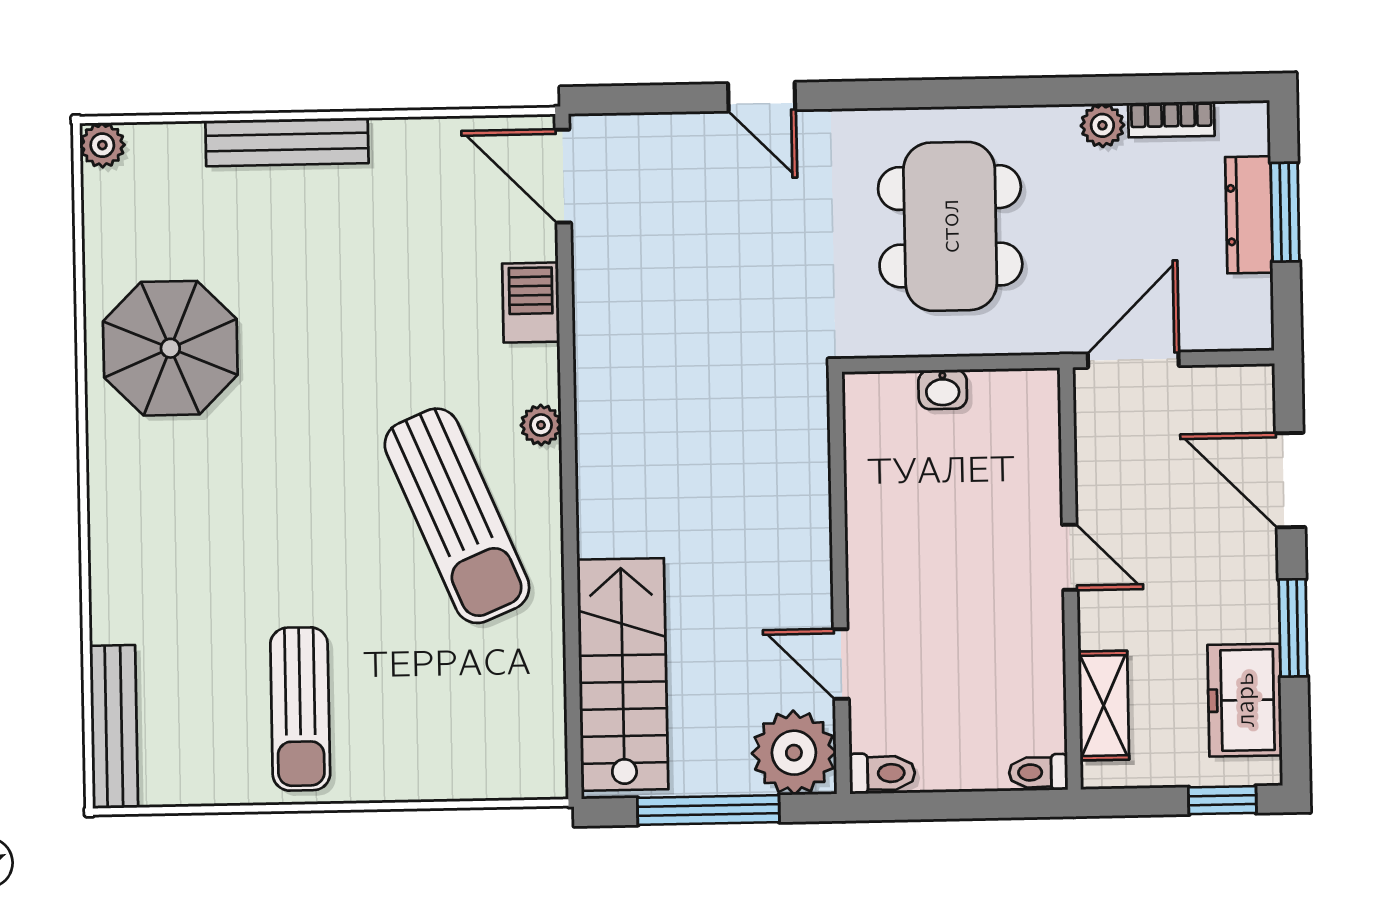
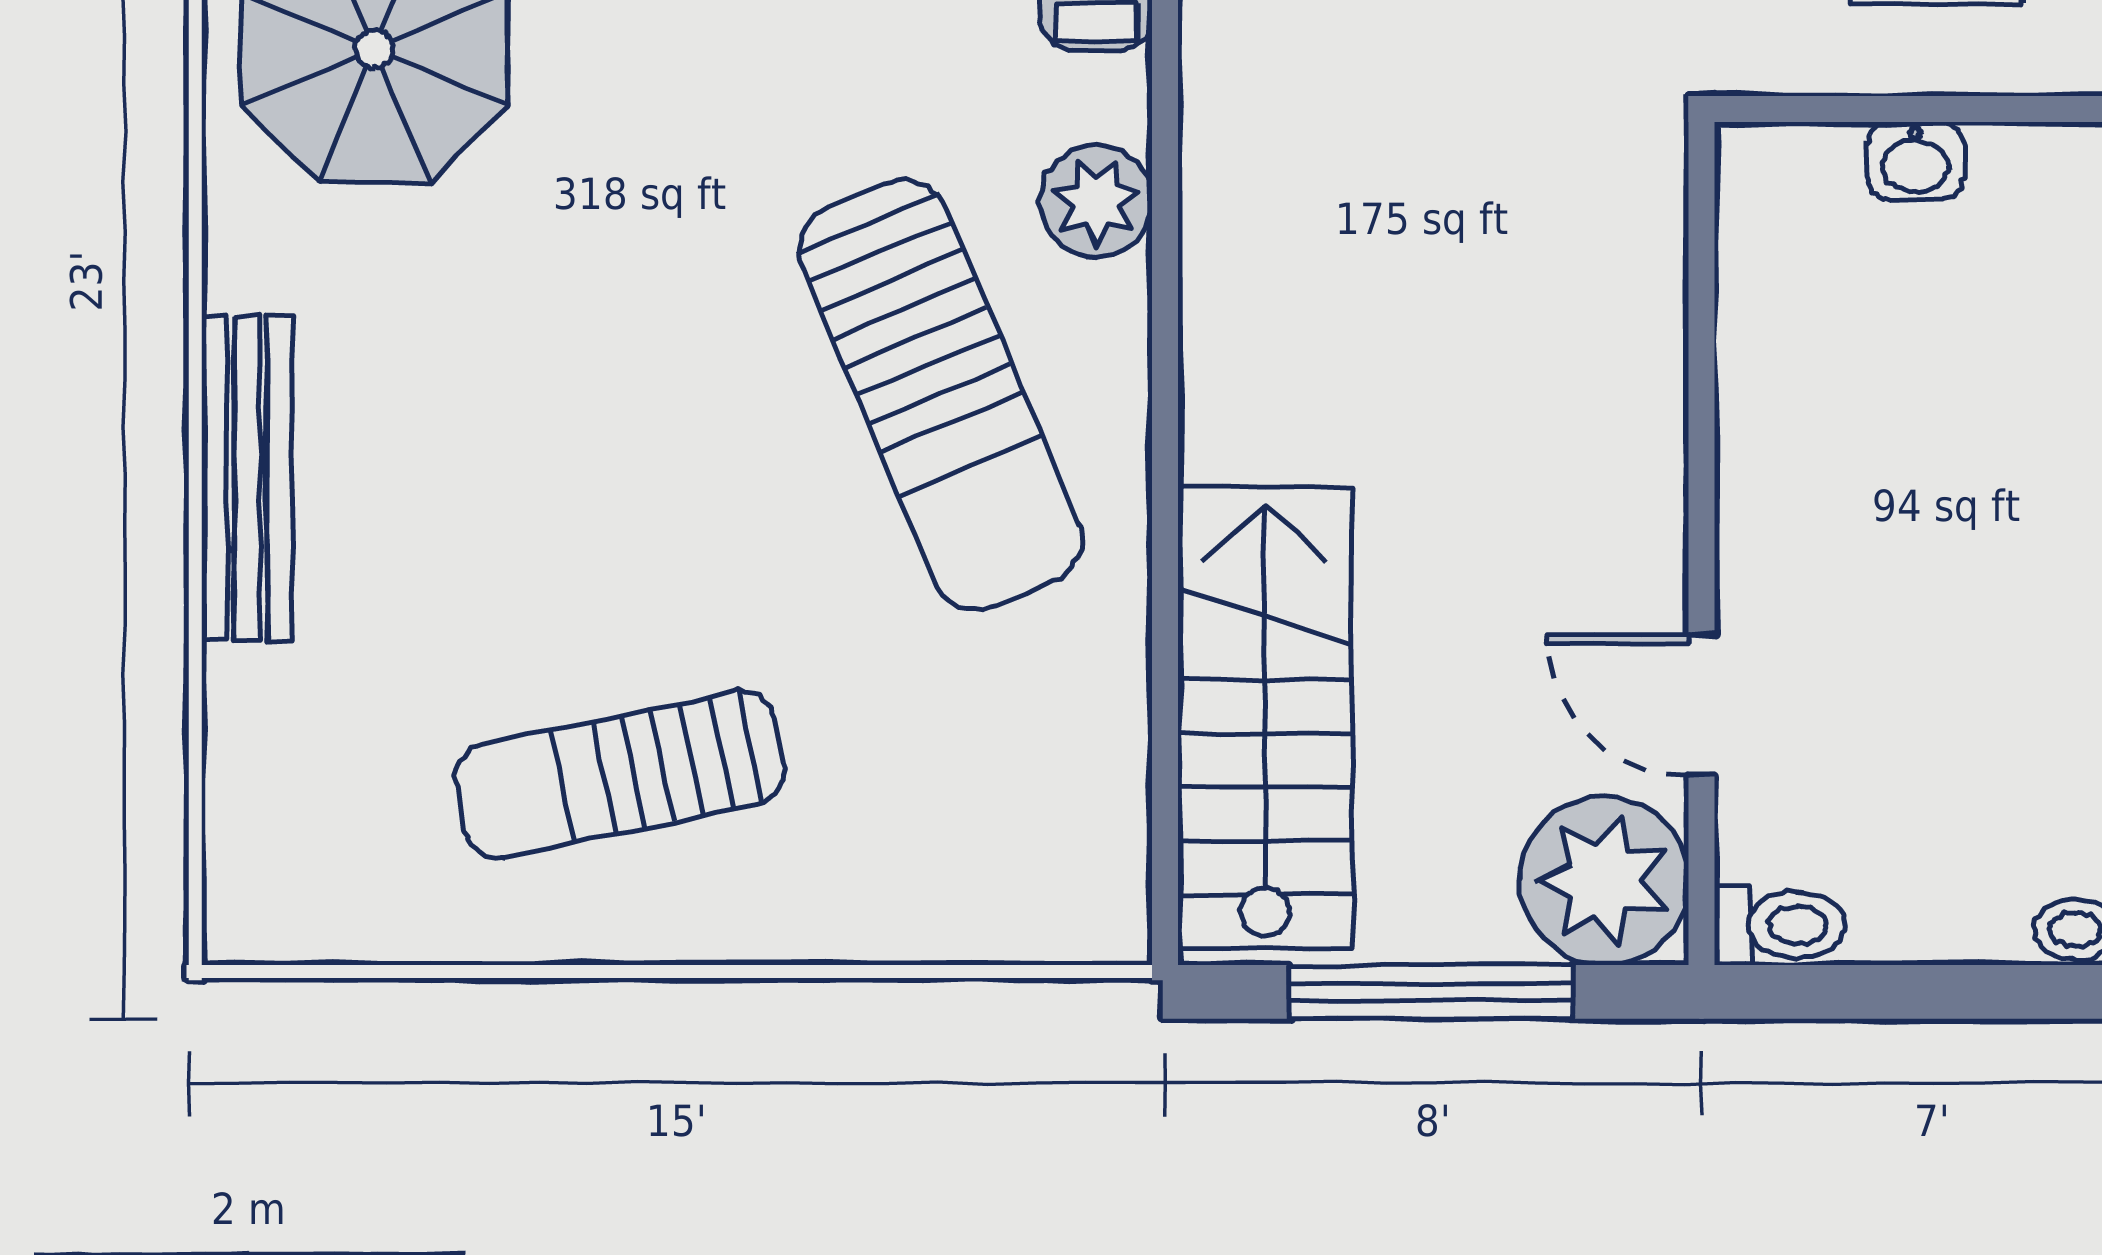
plant: (541, 425) -> (1096, 201), width x1.38, depth x1.38
sun lounger: (300, 709) -> (620, 774), turned 78
bench: (114, 727) -> (247, 478), moved

